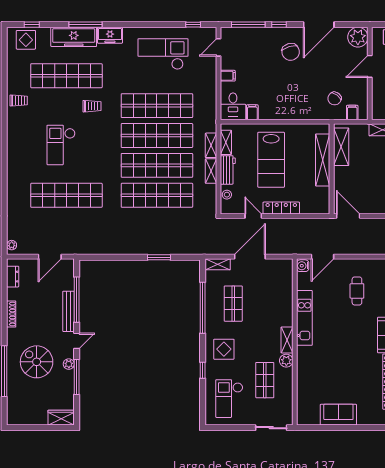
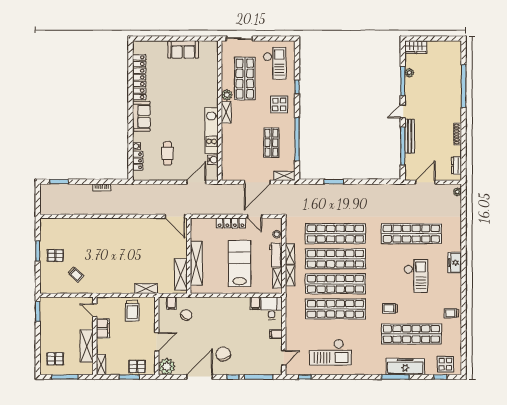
freezer: (110, 35) -> (455, 263), moved, turned -90
water cooler: (303, 266) -> (213, 160), moved
spiral stairs: (37, 362) -> (436, 94), removed
plant: (69, 364) -> (409, 73), moved
shop shelf: (265, 380) -> (245, 79), width x1.43, depth x1.36

